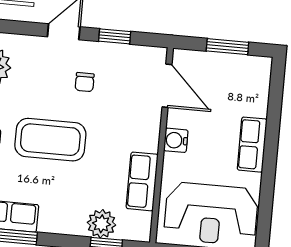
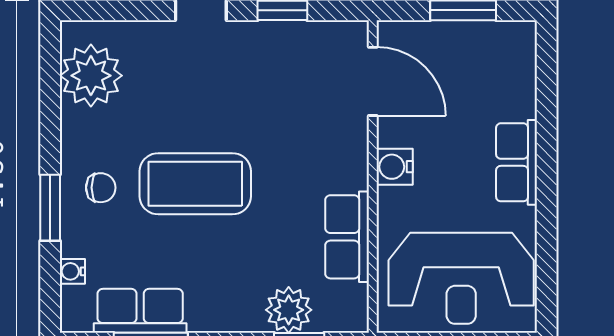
chair: (85, 82) -> (241, 87), removed

